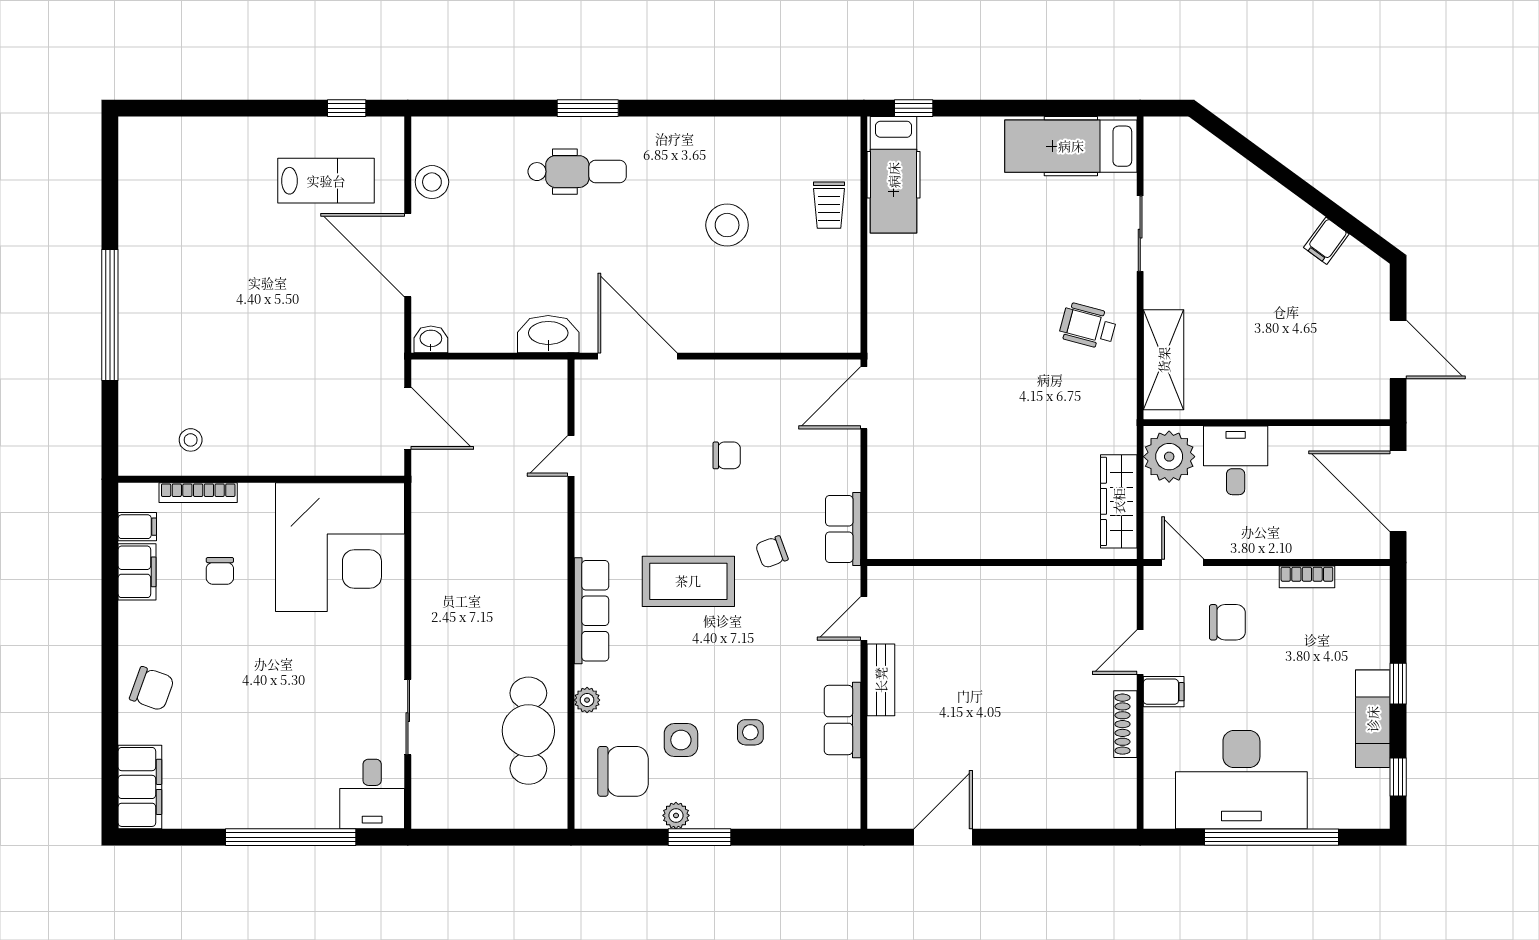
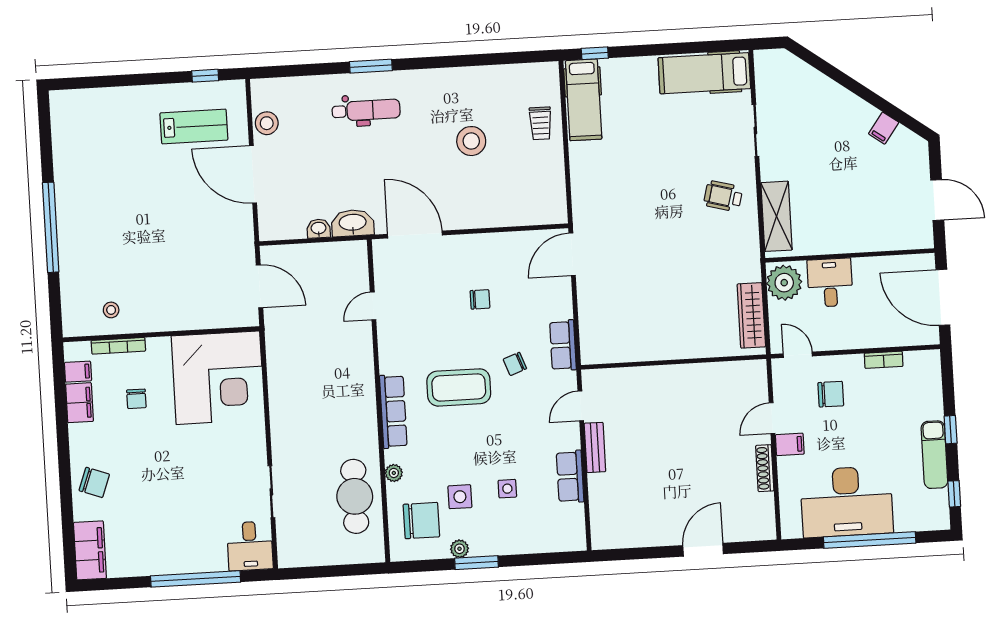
washbasin: (431, 339) -> (319, 229), moved
door: (943, 837) -> (703, 550), moved

